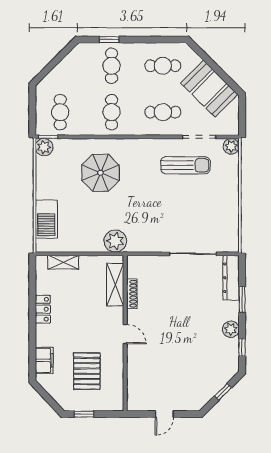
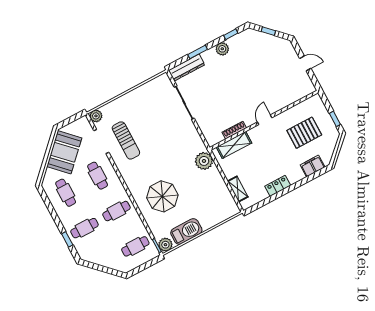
sun lounger: (185, 165) -> (126, 140), turned 180
barbecue: (46, 219) -> (186, 231), moved

